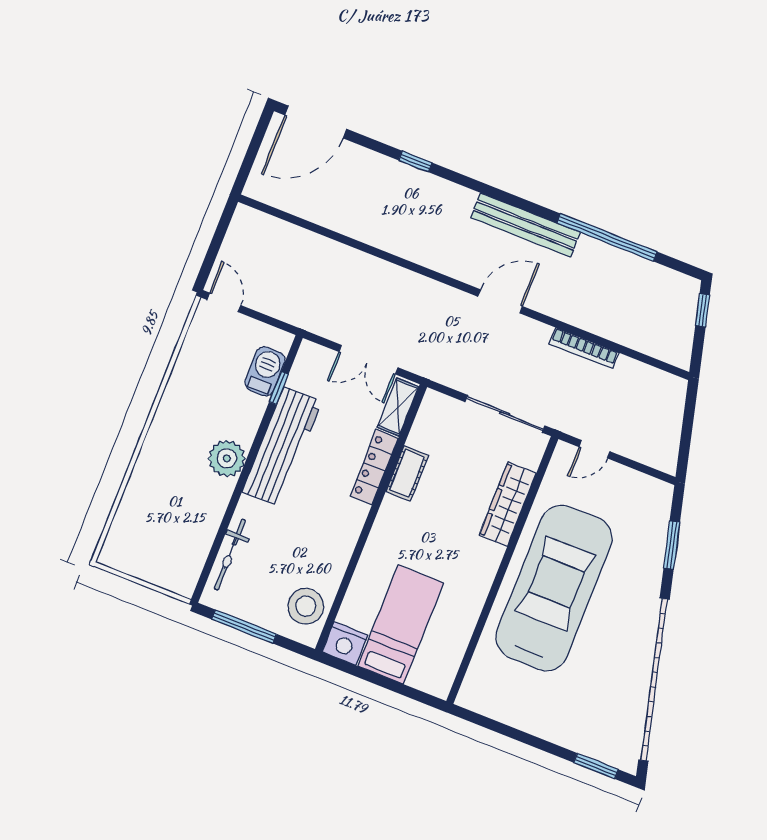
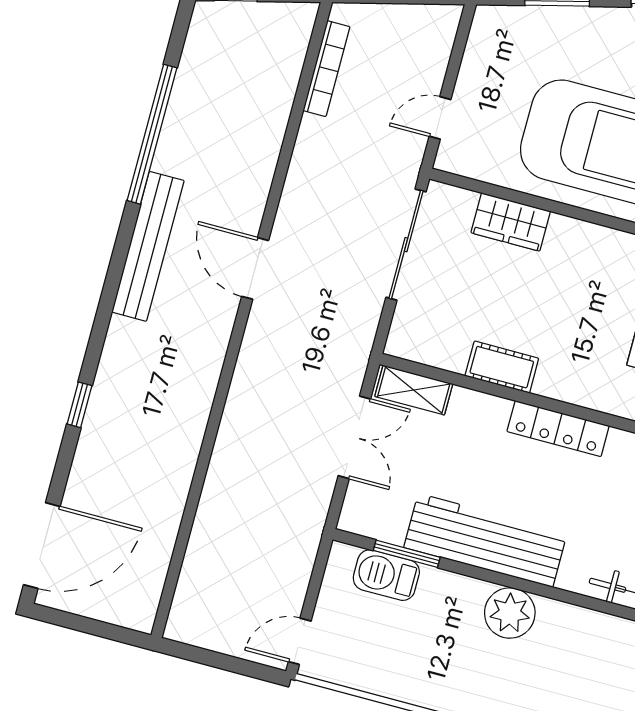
door: (316, 122) -> (42, 546), hinge flipped
bookcase: (584, 348) -> (326, 69), moved
window: (279, 388) -> (407, 554), width x1.50
door: (595, 449) -> (440, 118), swing flipped
locker: (374, 467) -> (558, 429), moved
wardrobe: (508, 504) -> (511, 222), width x0.67

